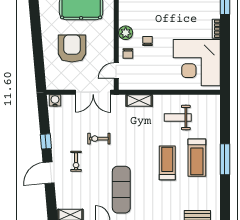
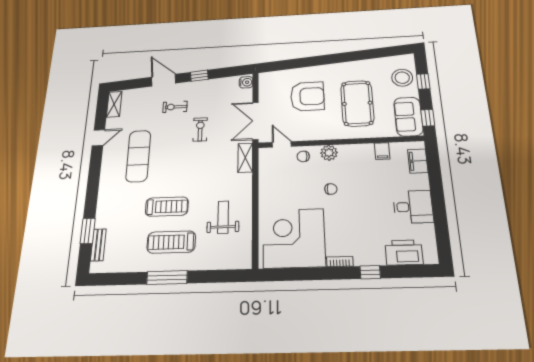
chair: (147, 41) -> (331, 189), moved
shelving: (139, 101) -> (245, 158), moved
exercise mat: (121, 190) -> (138, 156), turned 90

